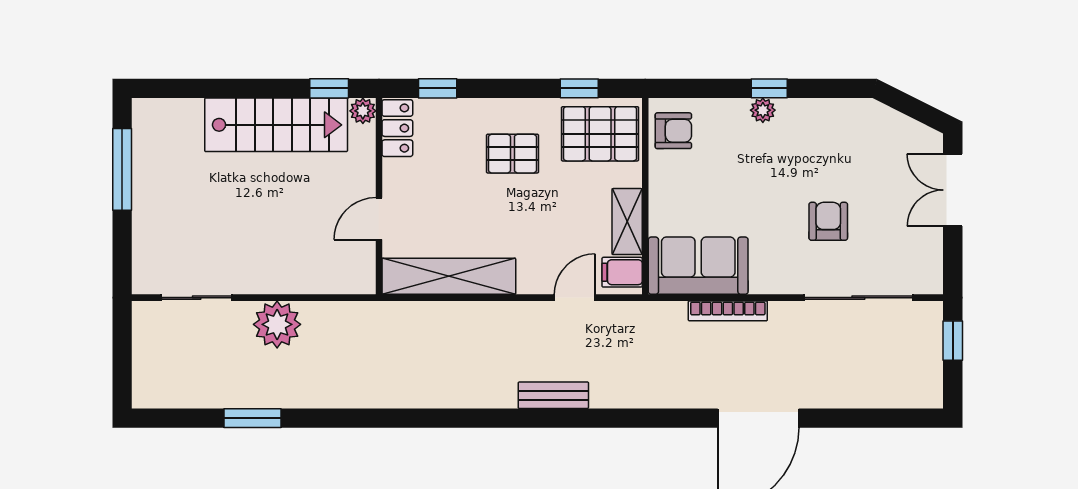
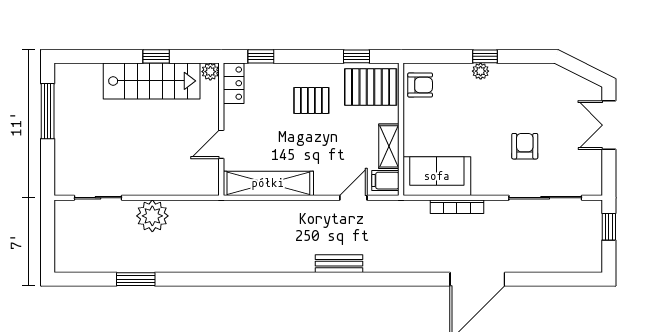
window: (329, 88) -> (156, 56), moved

